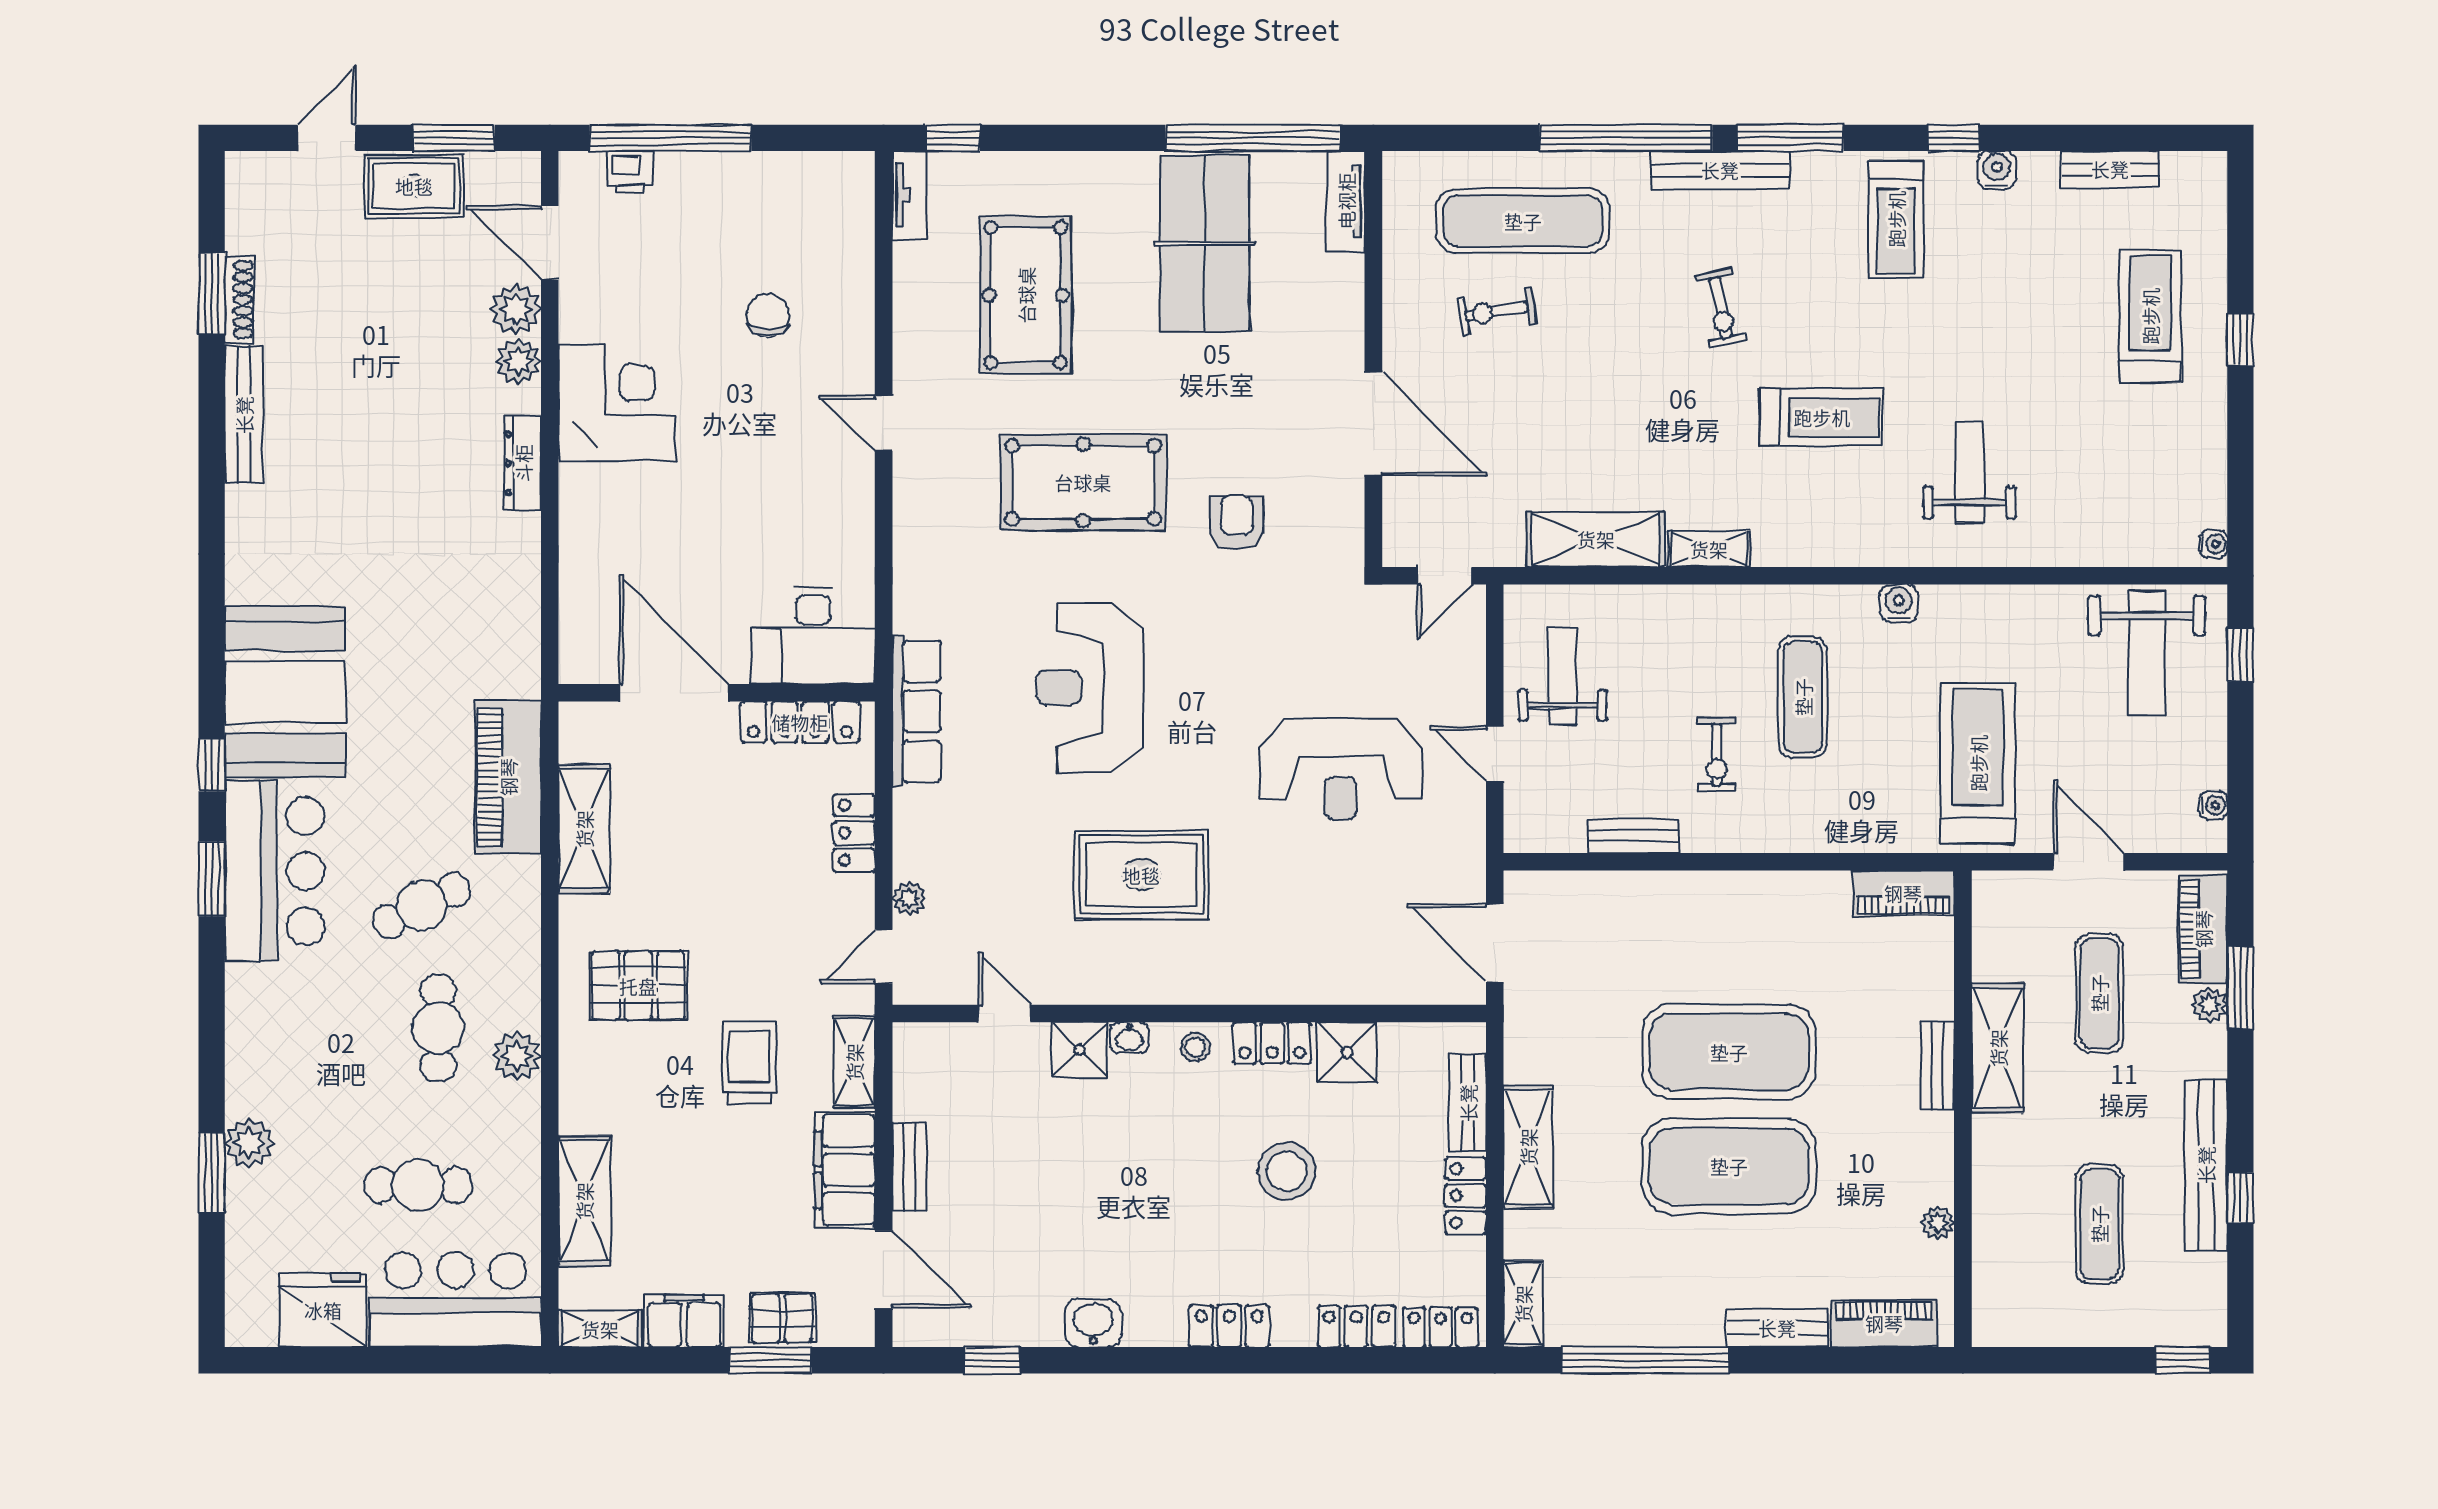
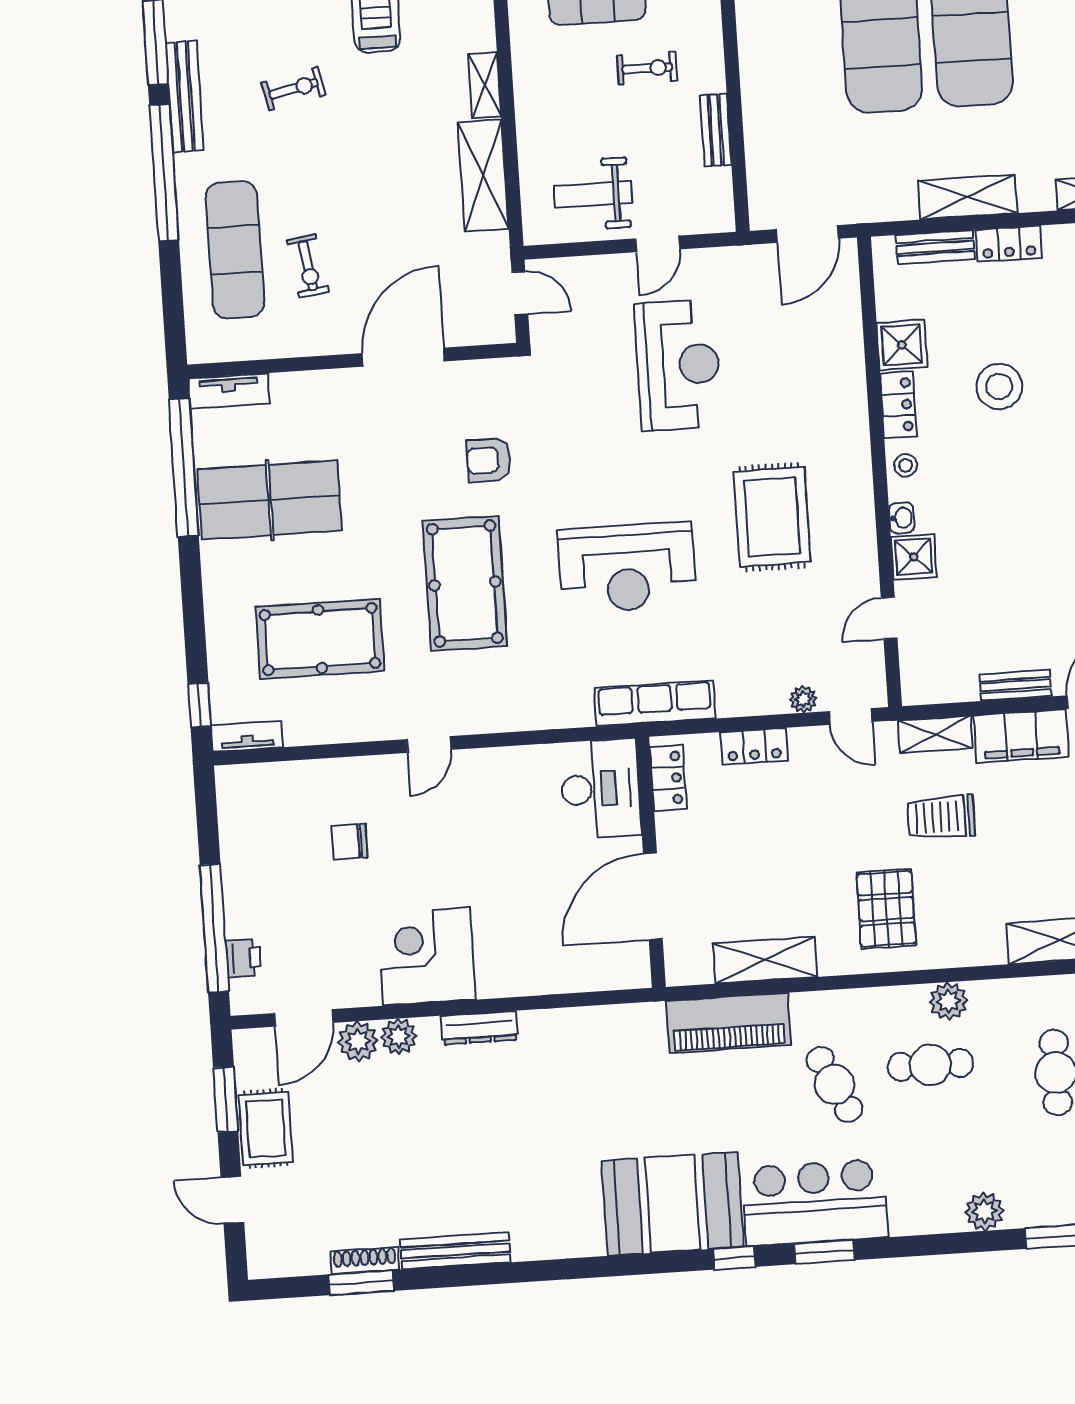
locker: (800, 722) -> (668, 778), width x0.66
plant: (249, 1143) -> (984, 1211), moved

